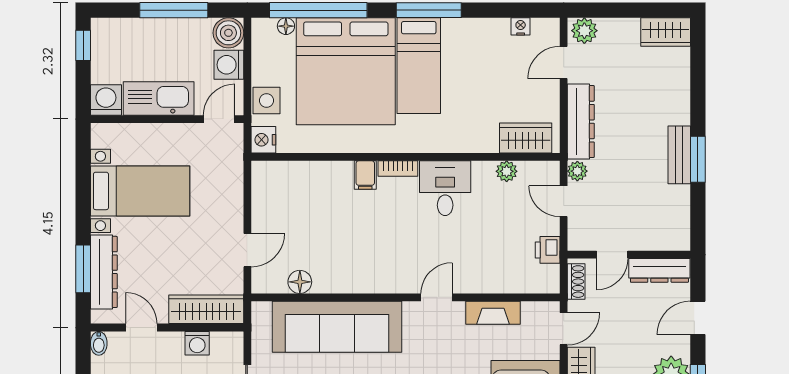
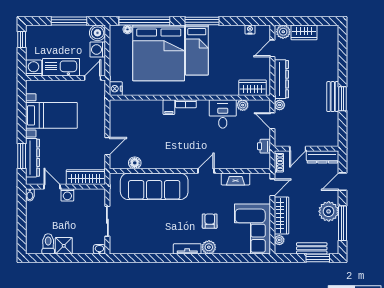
wardrobe: (666, 32) -> (304, 32), moved
side table: (267, 100) -> (117, 68), removed
desk: (445, 188) -> (223, 114), moved
washing machine: (197, 343) -> (67, 195), moved

